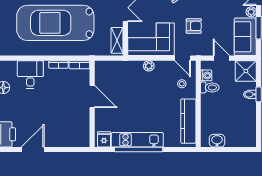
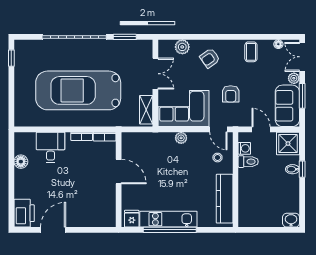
armchair: (194, 26) -> (231, 94), turned 90
washbasin: (217, 141) -> (291, 220), moved

